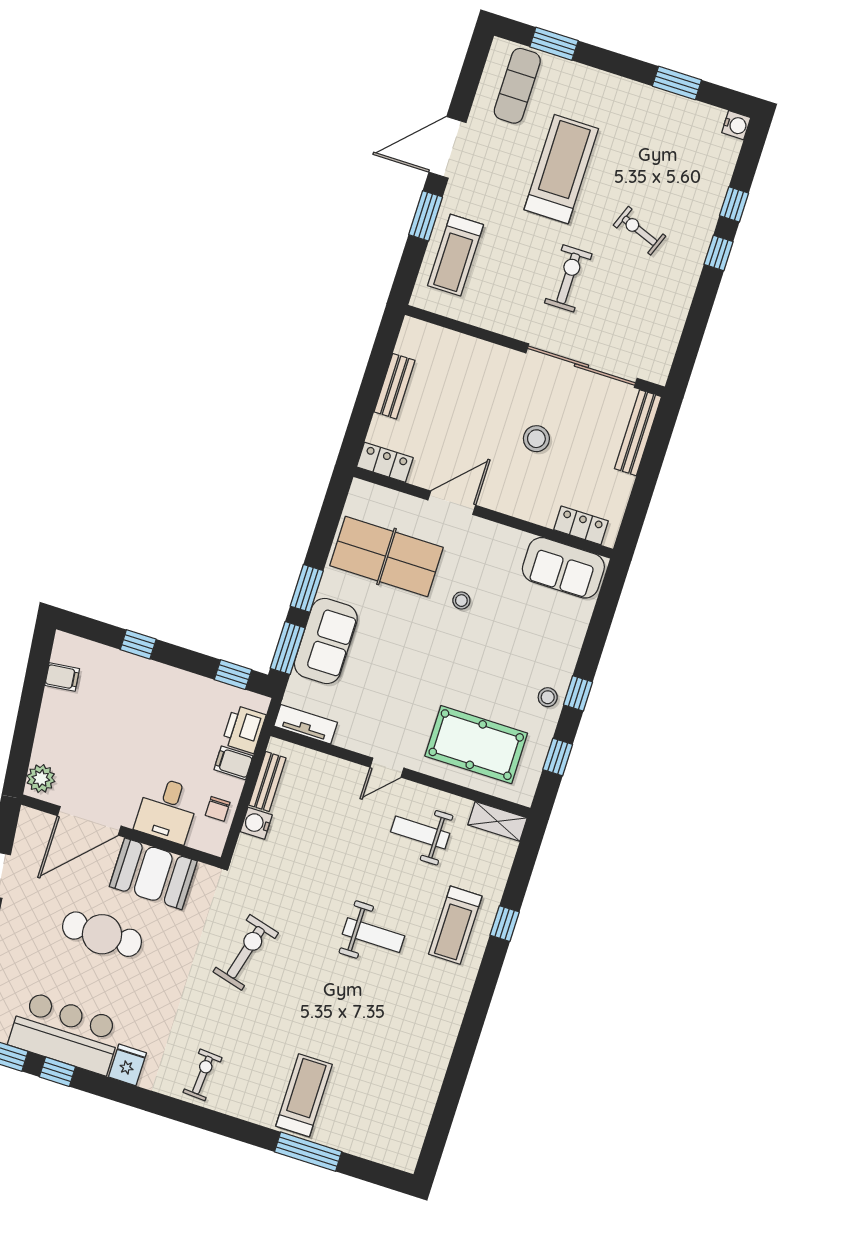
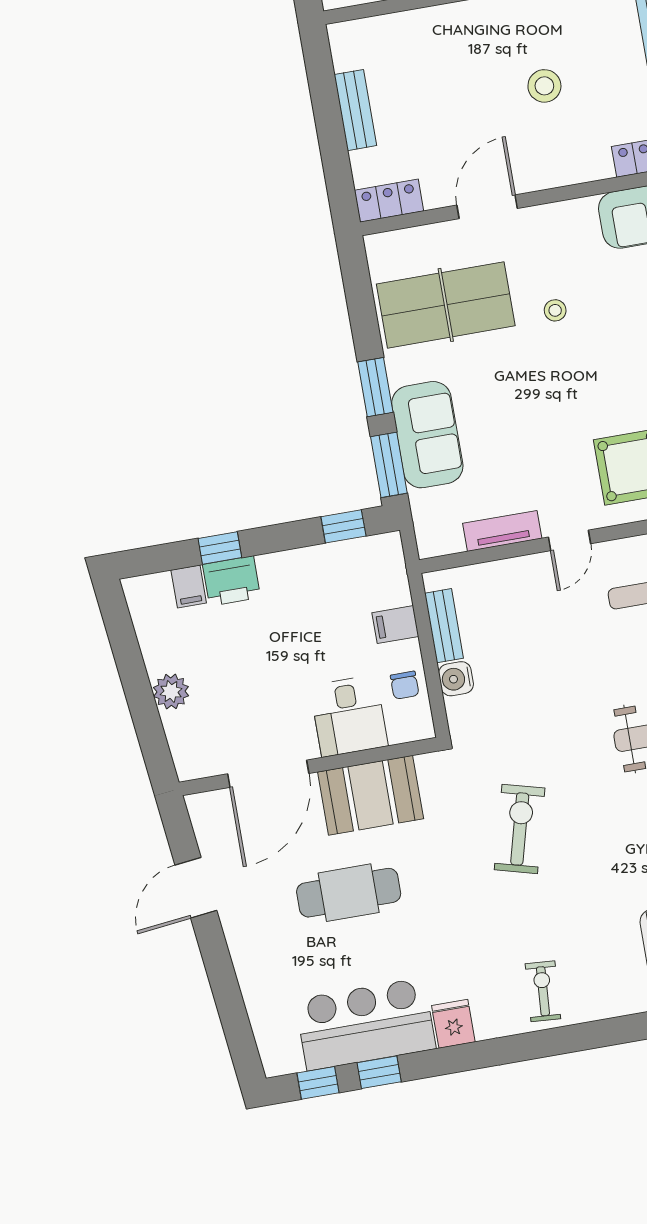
filing cabinet: (62, 677) -> (189, 587), moved, turned 96
tv unit: (306, 724) -> (502, 531), moved
printer: (244, 729) -> (232, 581), moved, turned -90
plant: (41, 779) -> (171, 692), moved

